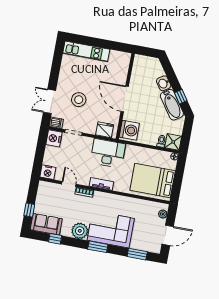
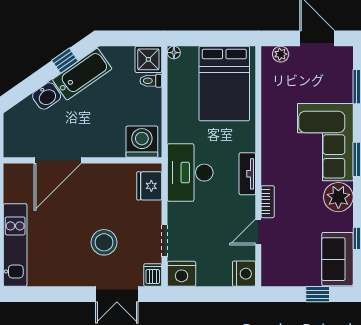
door: (125, 99) -> (58, 160), moved

